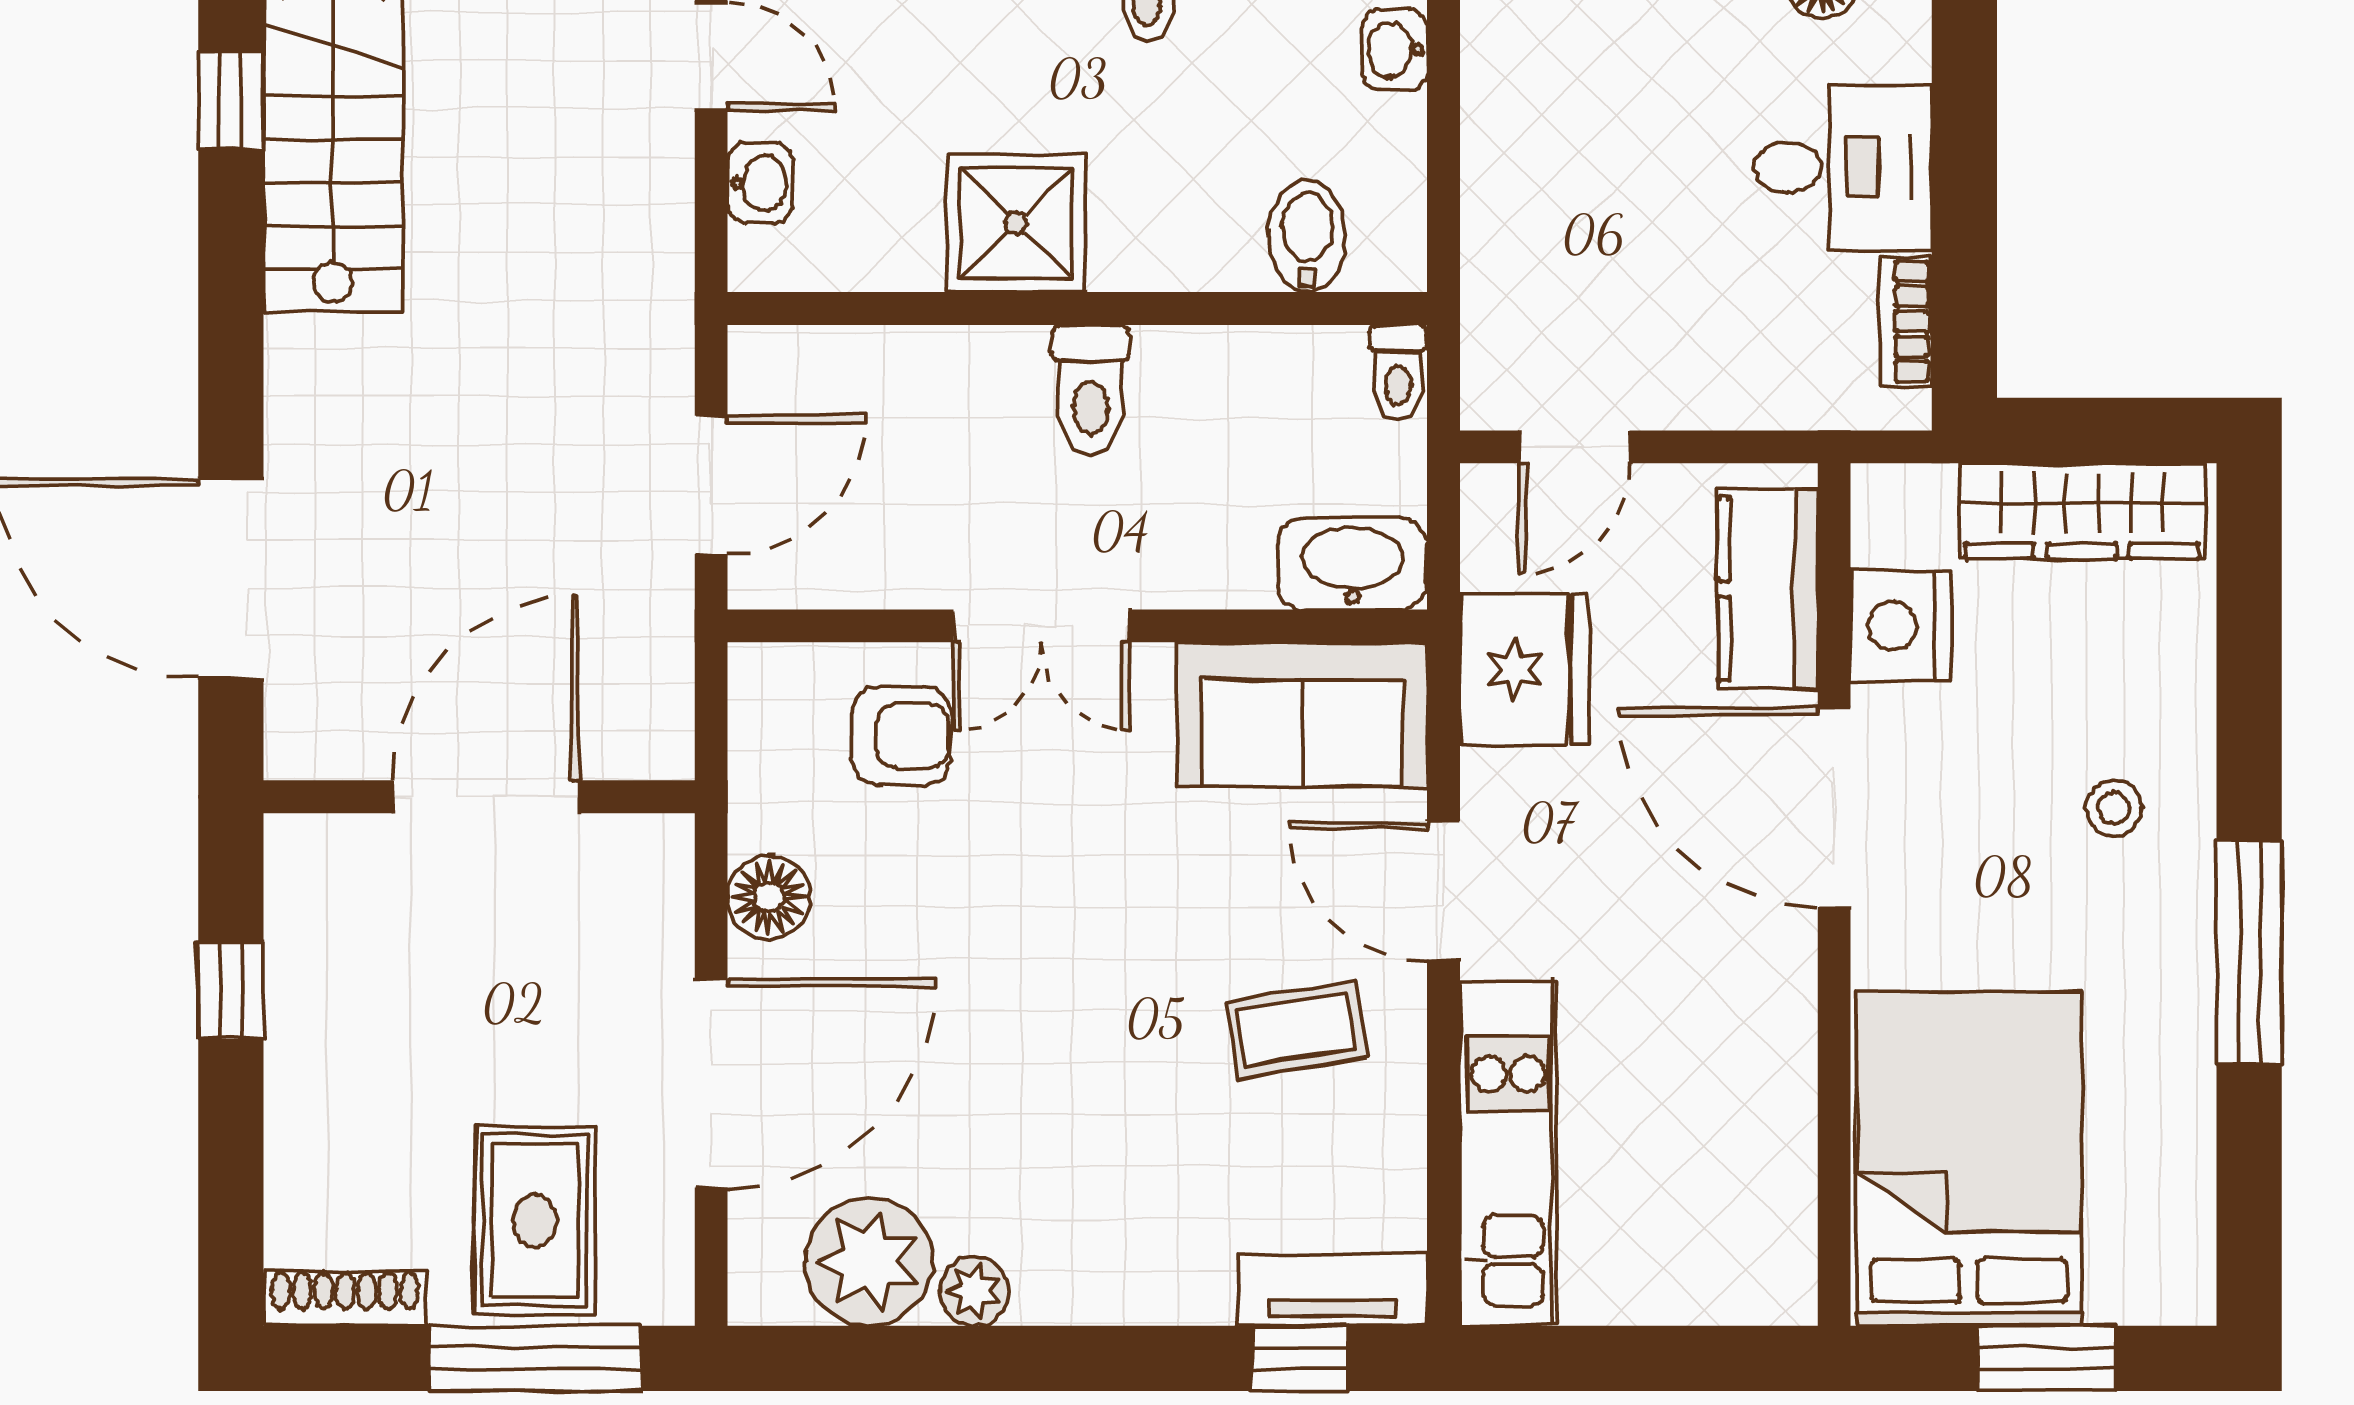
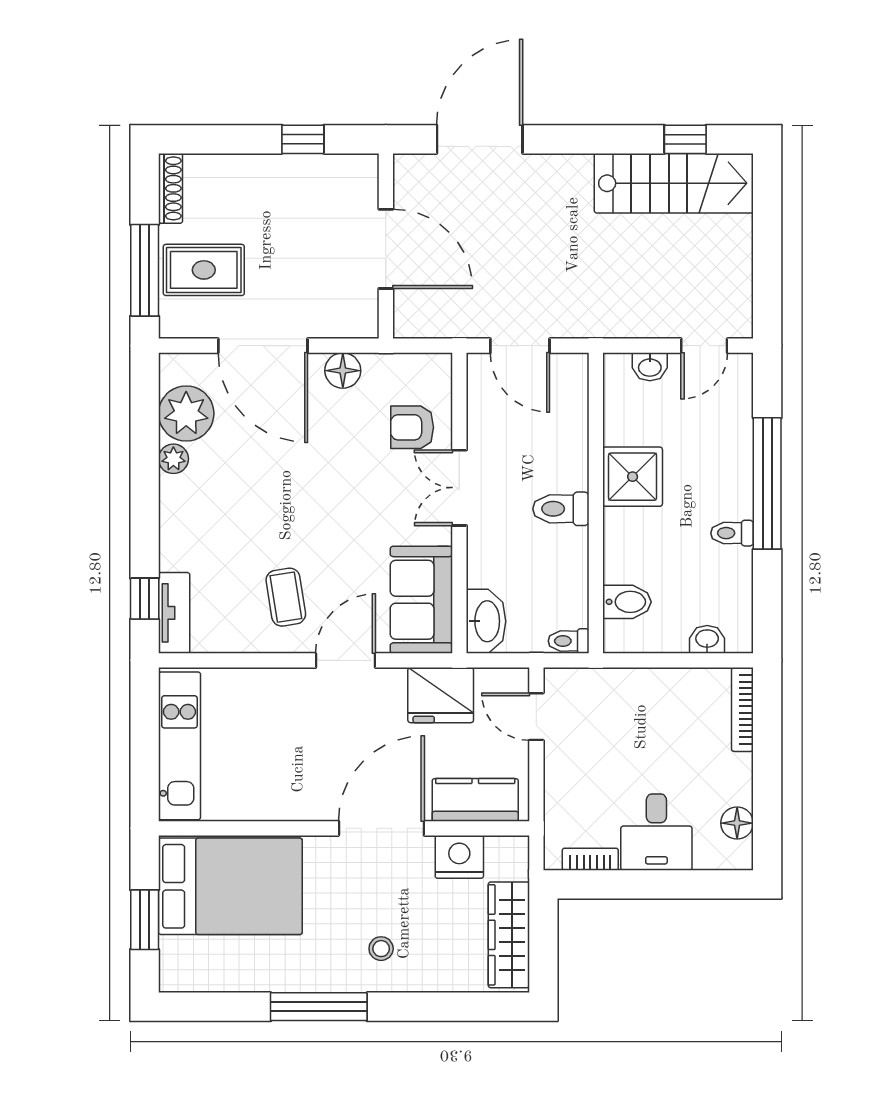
armchair: (901, 736) -> (412, 427), turned 90
kitchen unit: (1508, 1153) -> (179, 746), moved, turned -90

